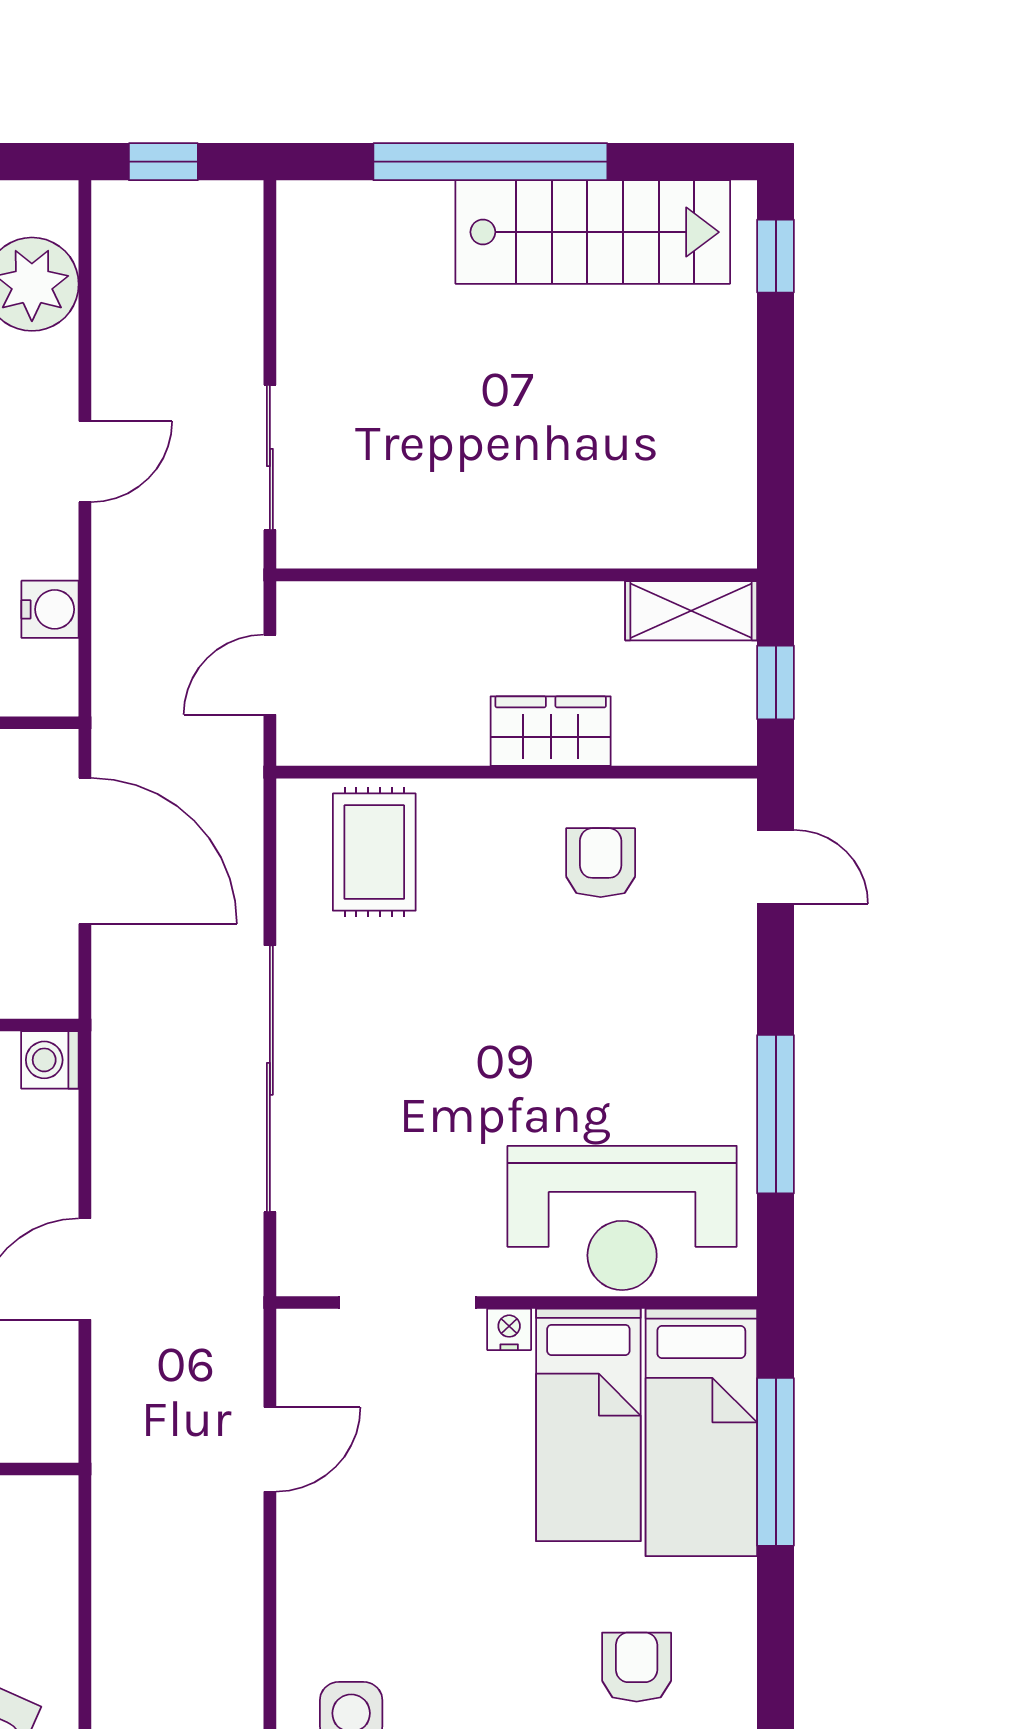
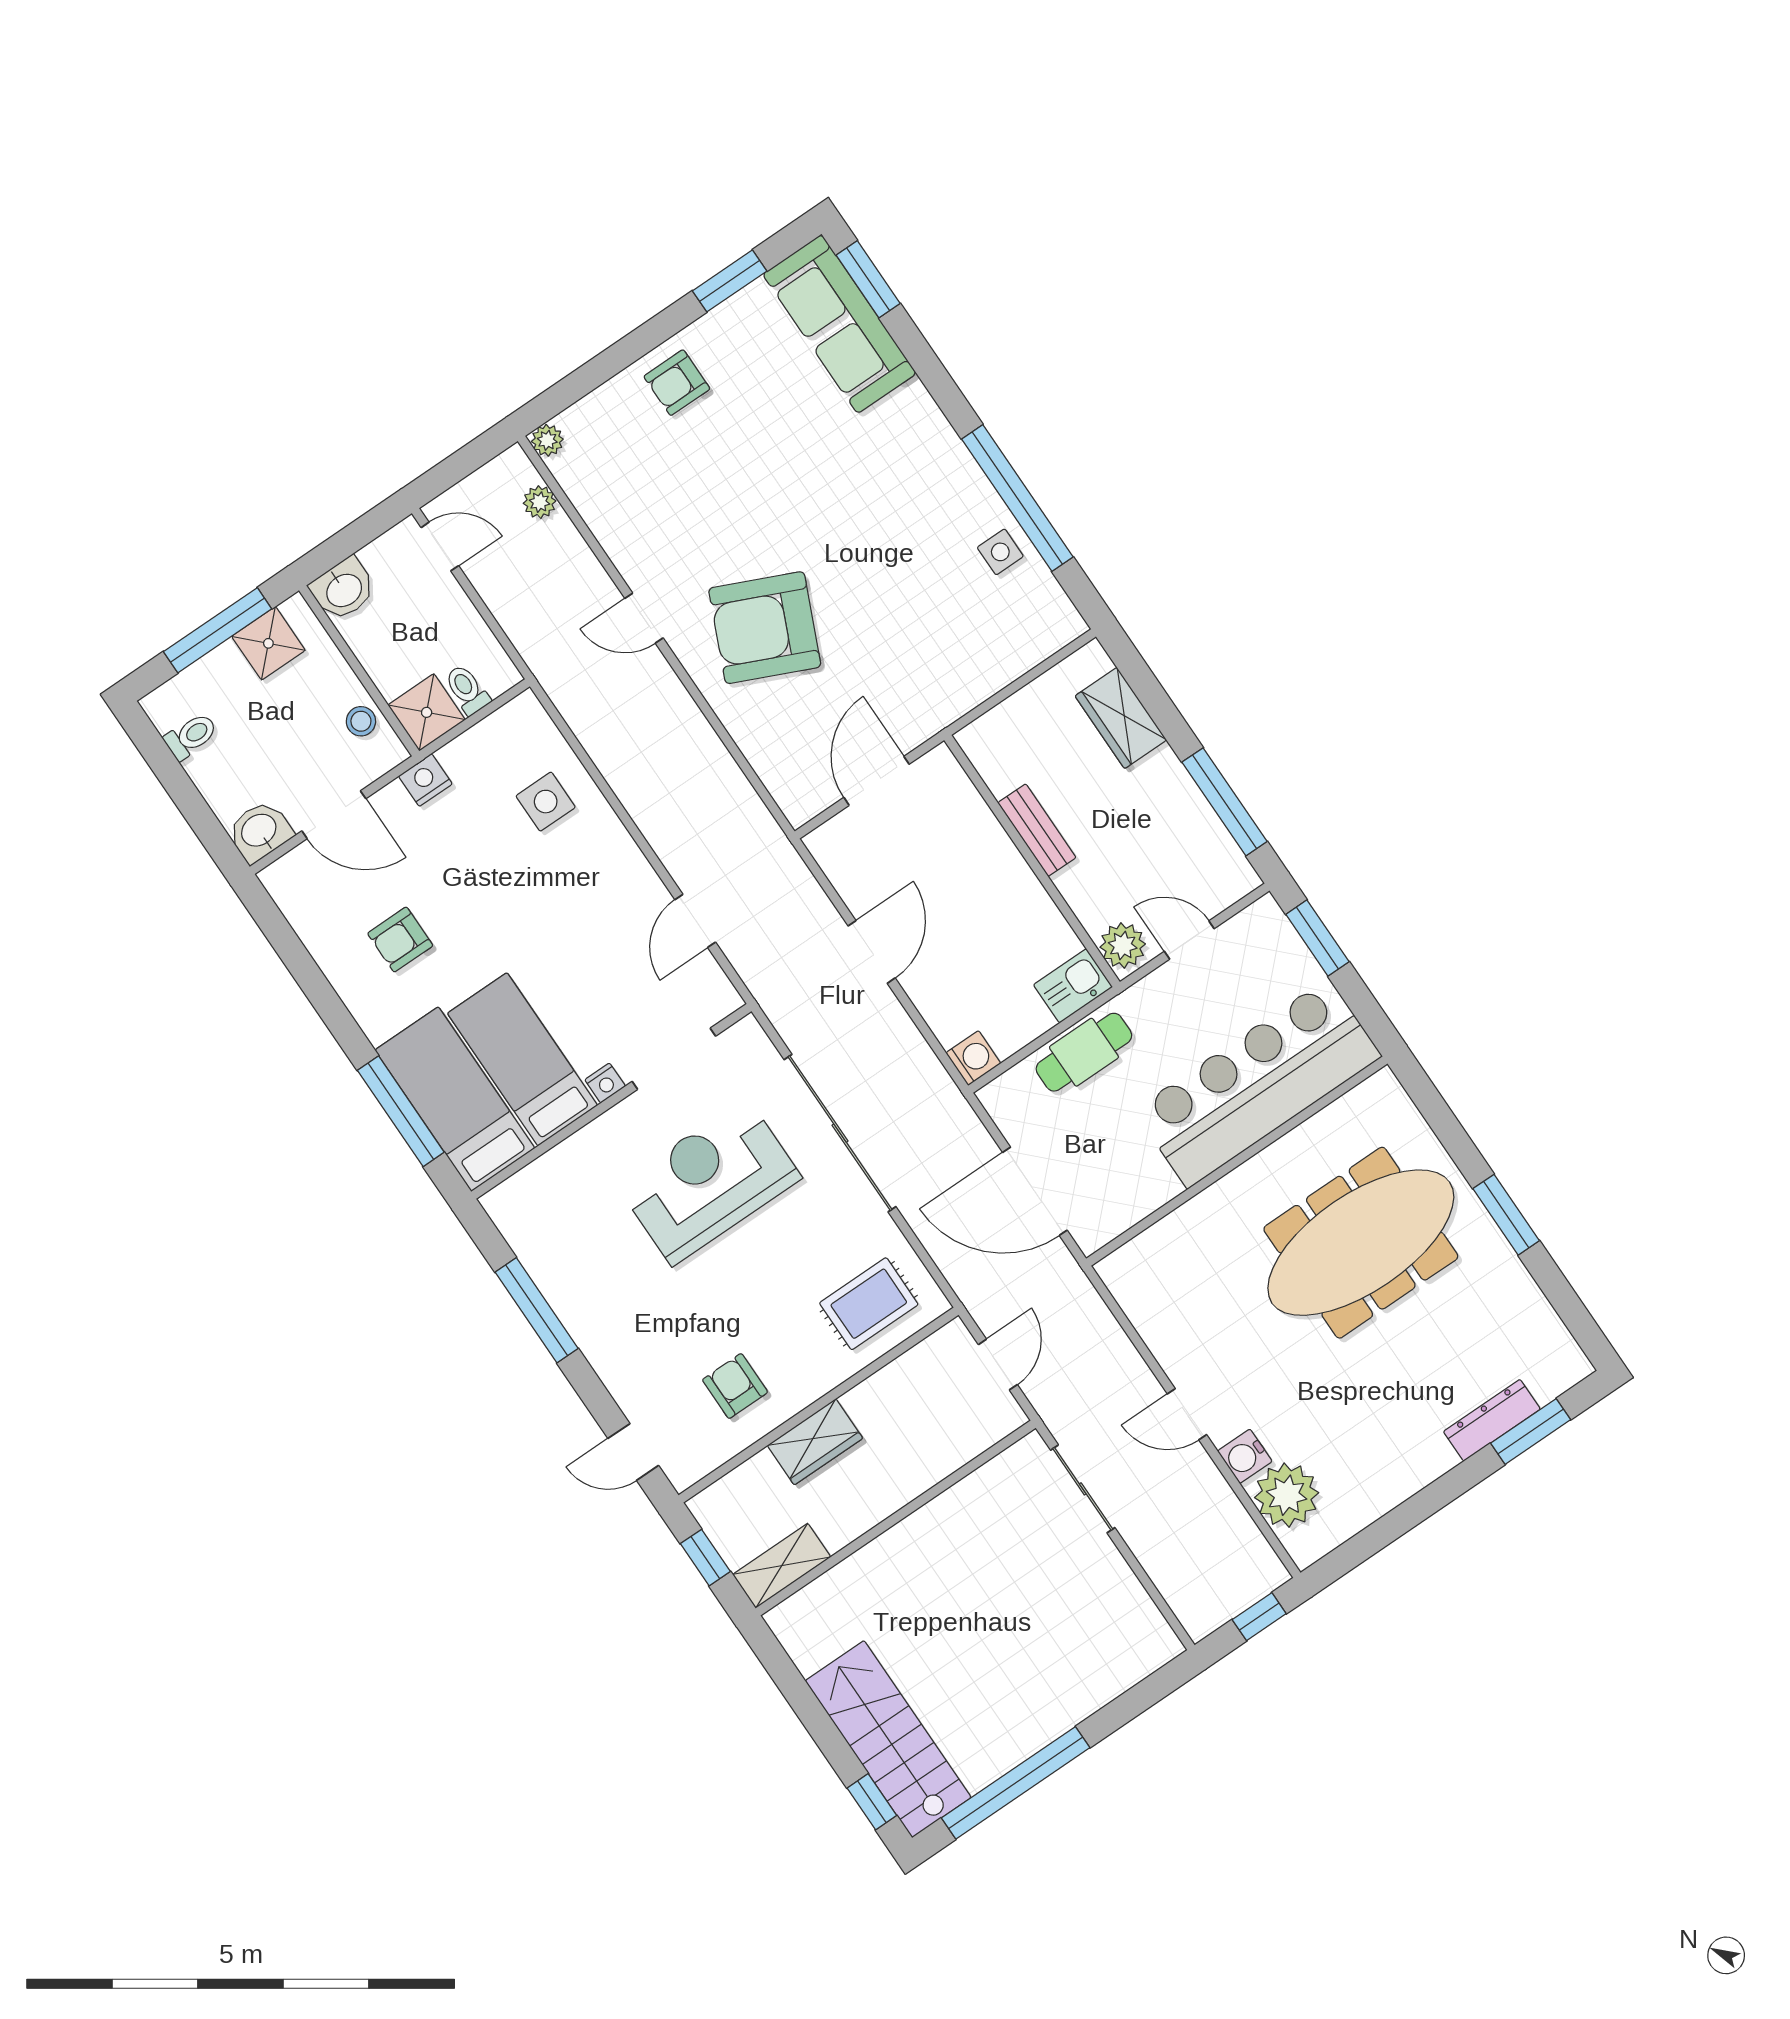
window: (490, 162) -> (1016, 1783), moved
stairs: (593, 232) -> (888, 1739), moved, turned 90
door: (85, 462) -> (1187, 1414), hinge flipped
water cooler: (50, 609) -> (1245, 1456), moved
rug: (374, 852) -> (869, 1304), turned 90
armchair: (601, 863) -> (735, 1386), turned 180
reception desk: (622, 1218) -> (709, 1182), moved
armchair: (637, 1667) -> (400, 939), turned 90

